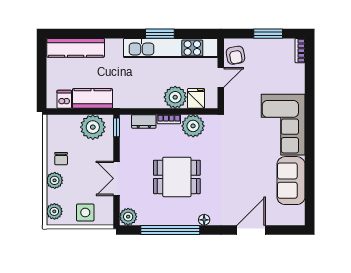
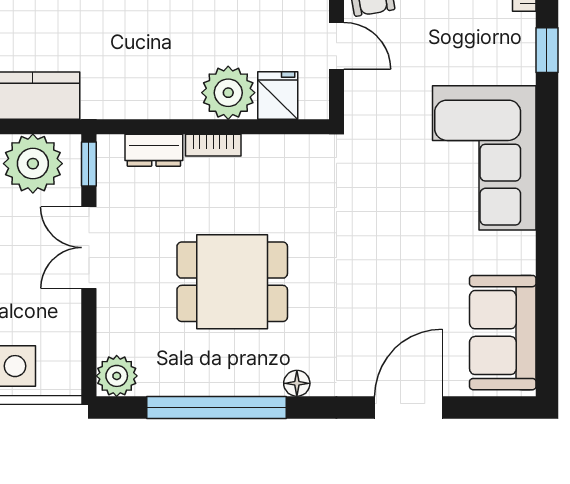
door: (221, 77) -> (336, 46), hinge flipped
window: (310, 79) -> (547, 50), added
plant: (193, 126) -> (271, 161), removed
double door: (116, 178) -> (89, 248), moved
sofa: (291, 181) -> (503, 333), moved

